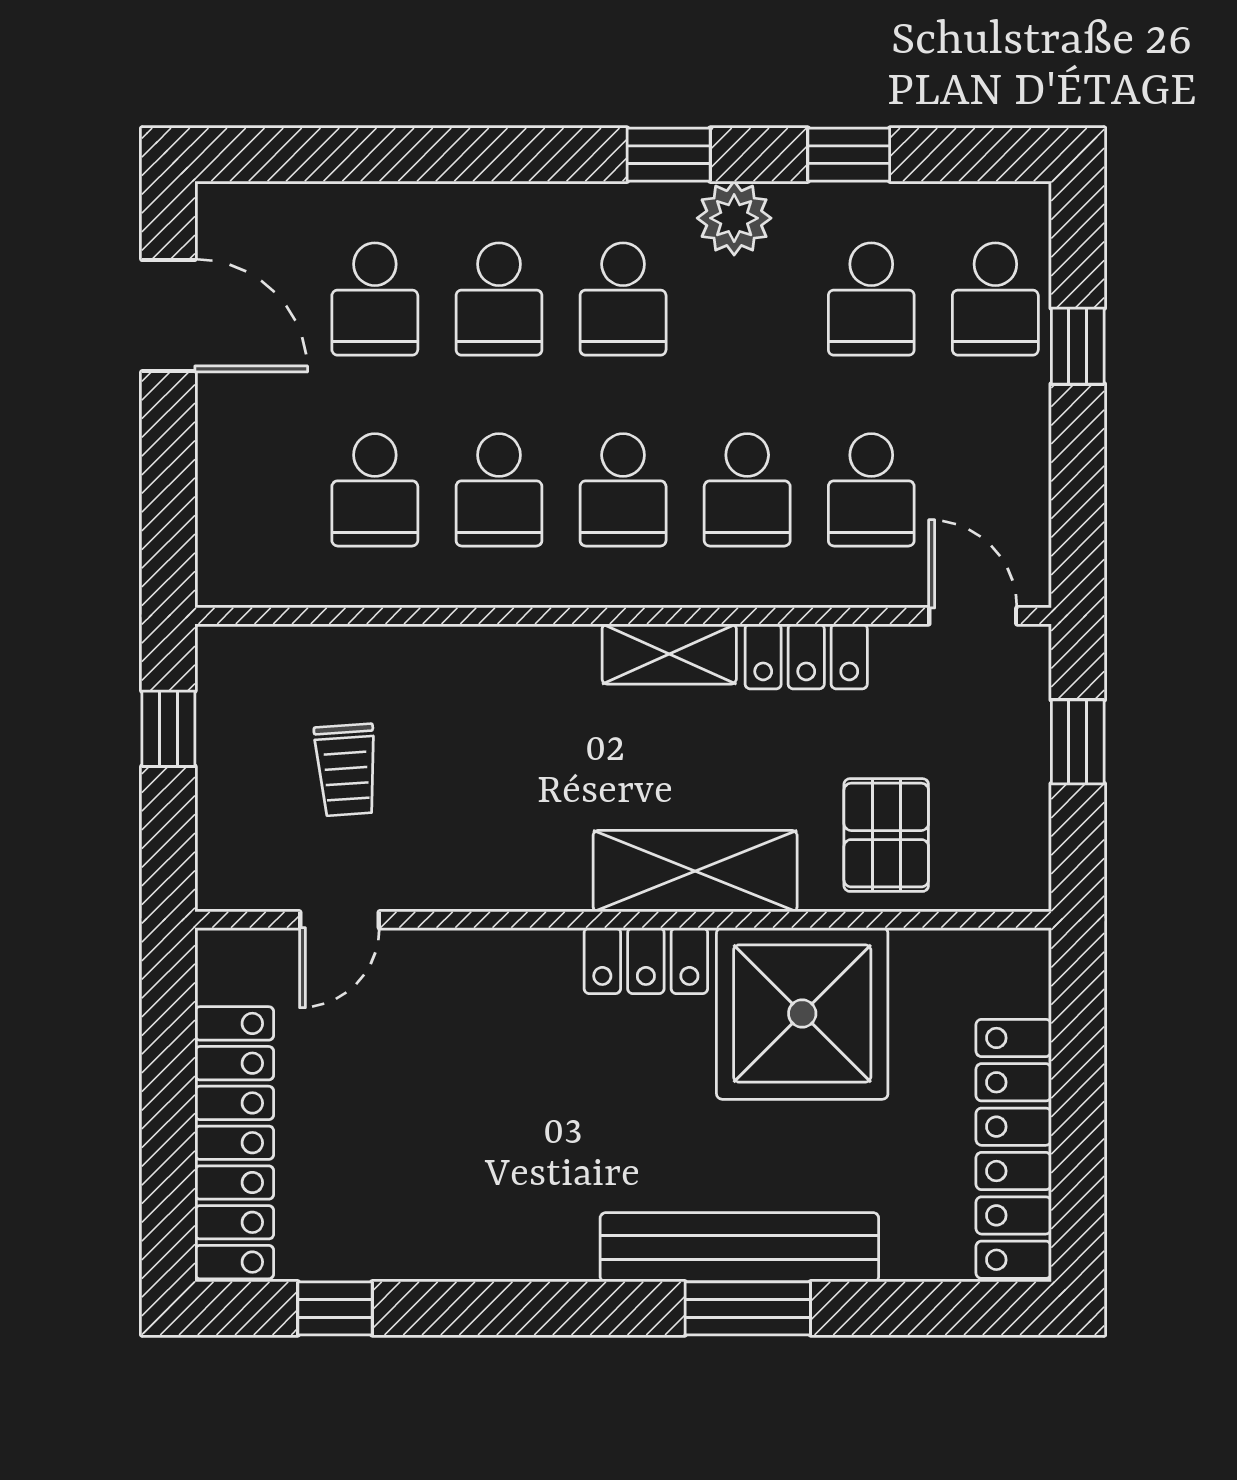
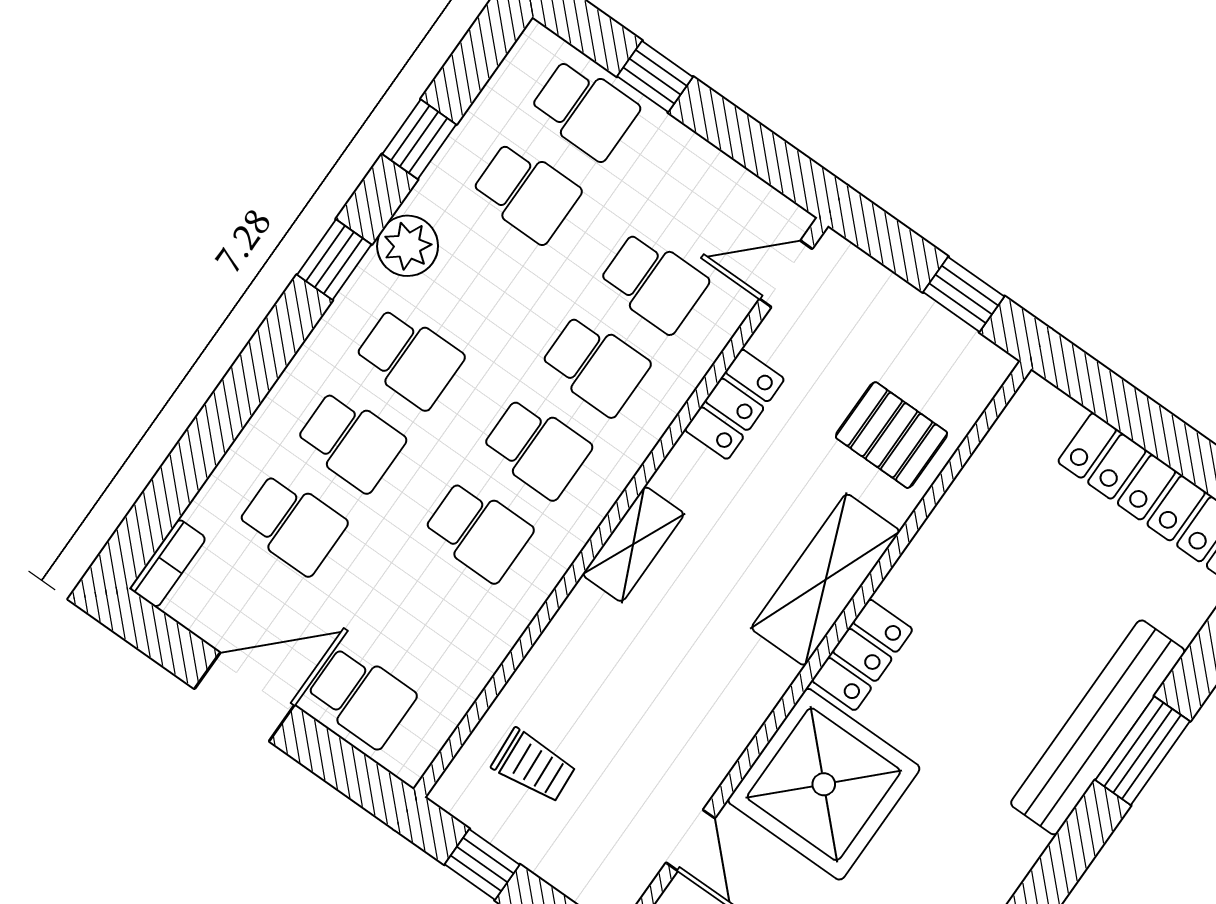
bookcase: (248, 202) -> (168, 563), added
door: (168, 316) -> (245, 697), moved
school desk: (375, 490) -> (361, 697), moved
shelving: (669, 654) -> (633, 544), moved
window: (1078, 742) -> (964, 294), moved
trolley: (346, 770) -> (534, 766), moved
shower: (802, 1013) -> (824, 784), moved

